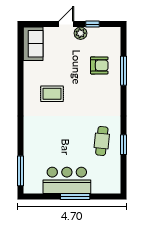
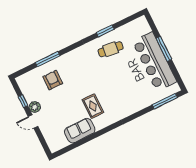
sofa: (33, 44) -> (80, 131), moved
bar counter: (67, 180) -> (155, 61), width x1.36

